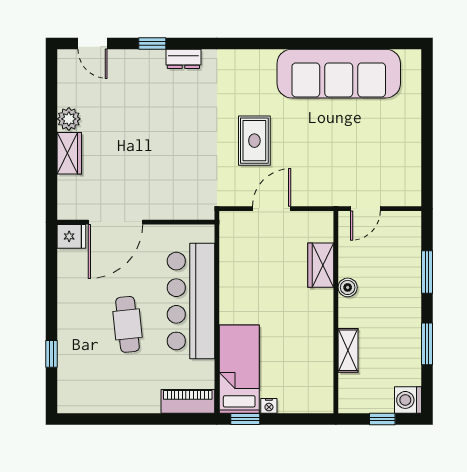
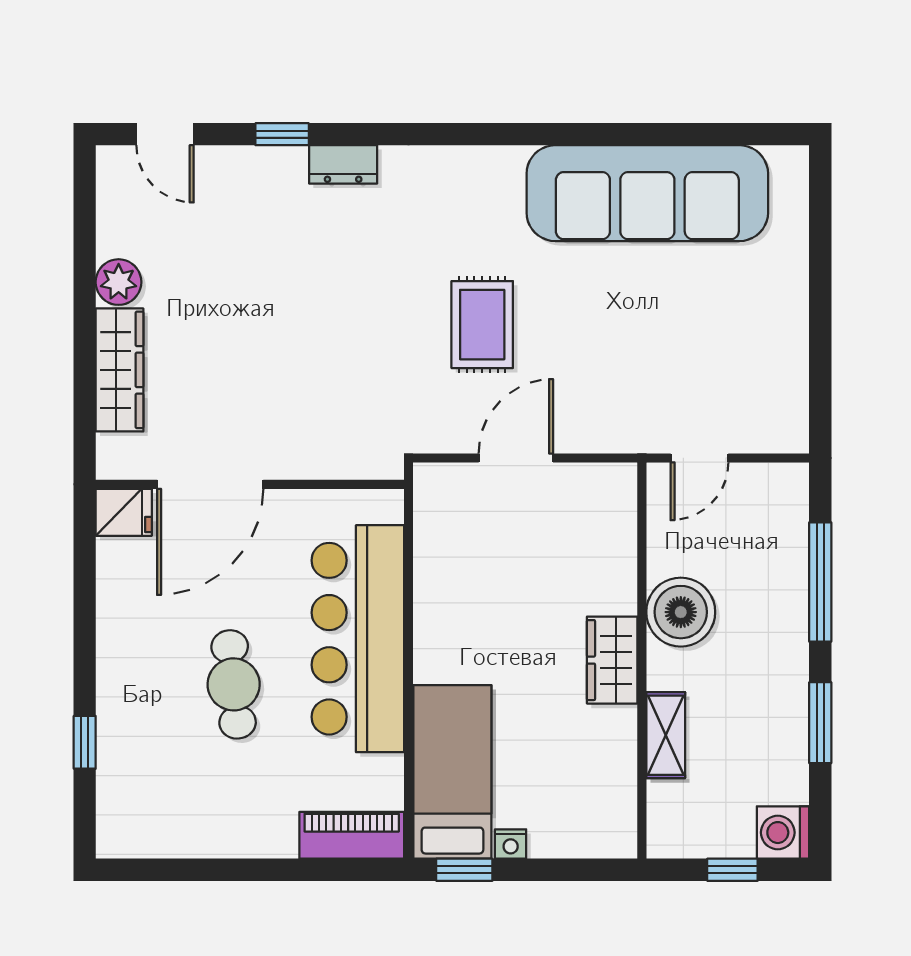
wardrobe: (69, 153) -> (119, 370), width x1.50
wardrobe: (321, 265) -> (612, 660), moved
window: (427, 272) -> (820, 582), width x1.44
boiler: (348, 287) -> (681, 612), width x1.86, depth x1.86

